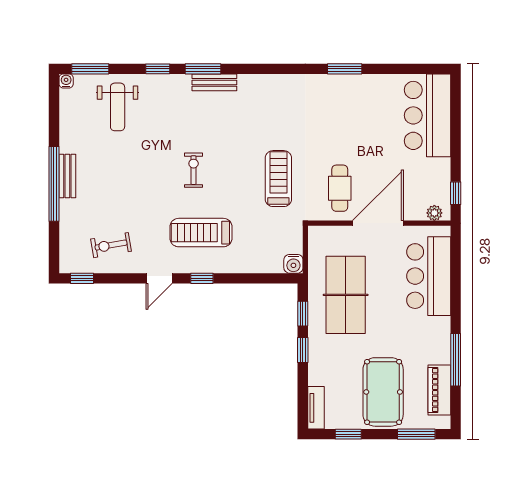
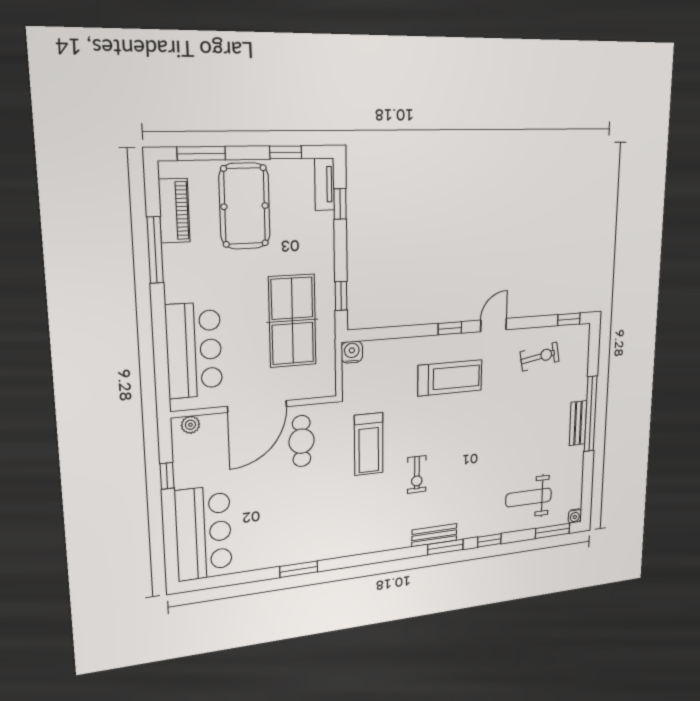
weight bench: (118, 107) -> (529, 498), turned -90
exercise bike: (194, 170) -> (417, 474), moved
window: (456, 193) -> (167, 476), moved
window: (303, 350) -> (340, 204), moved

